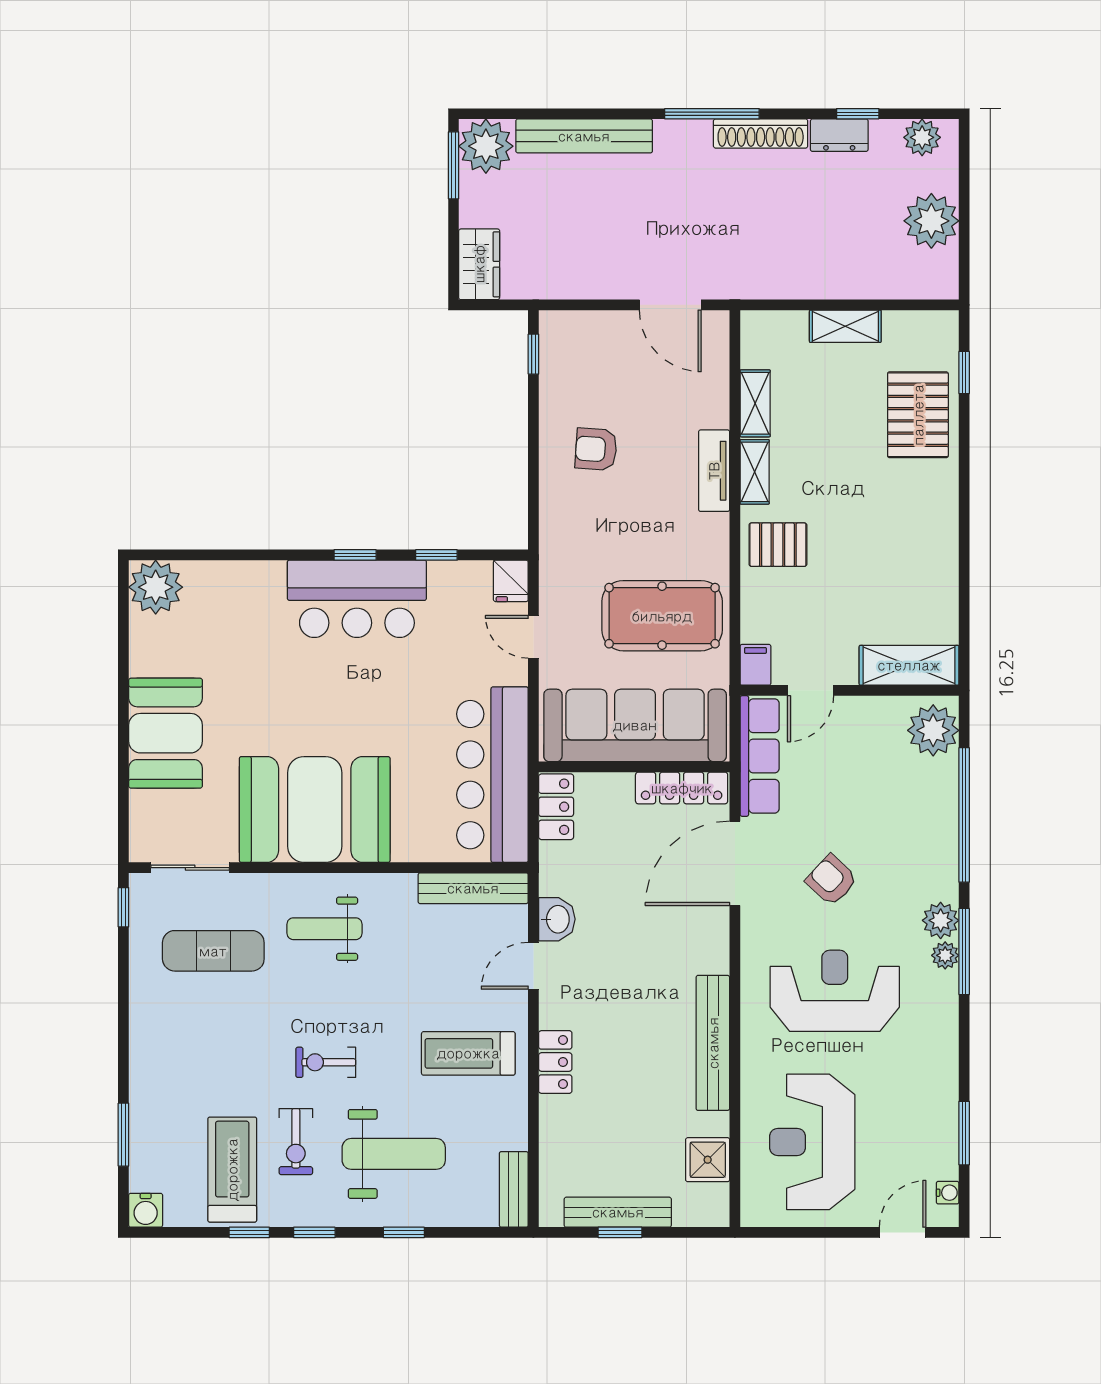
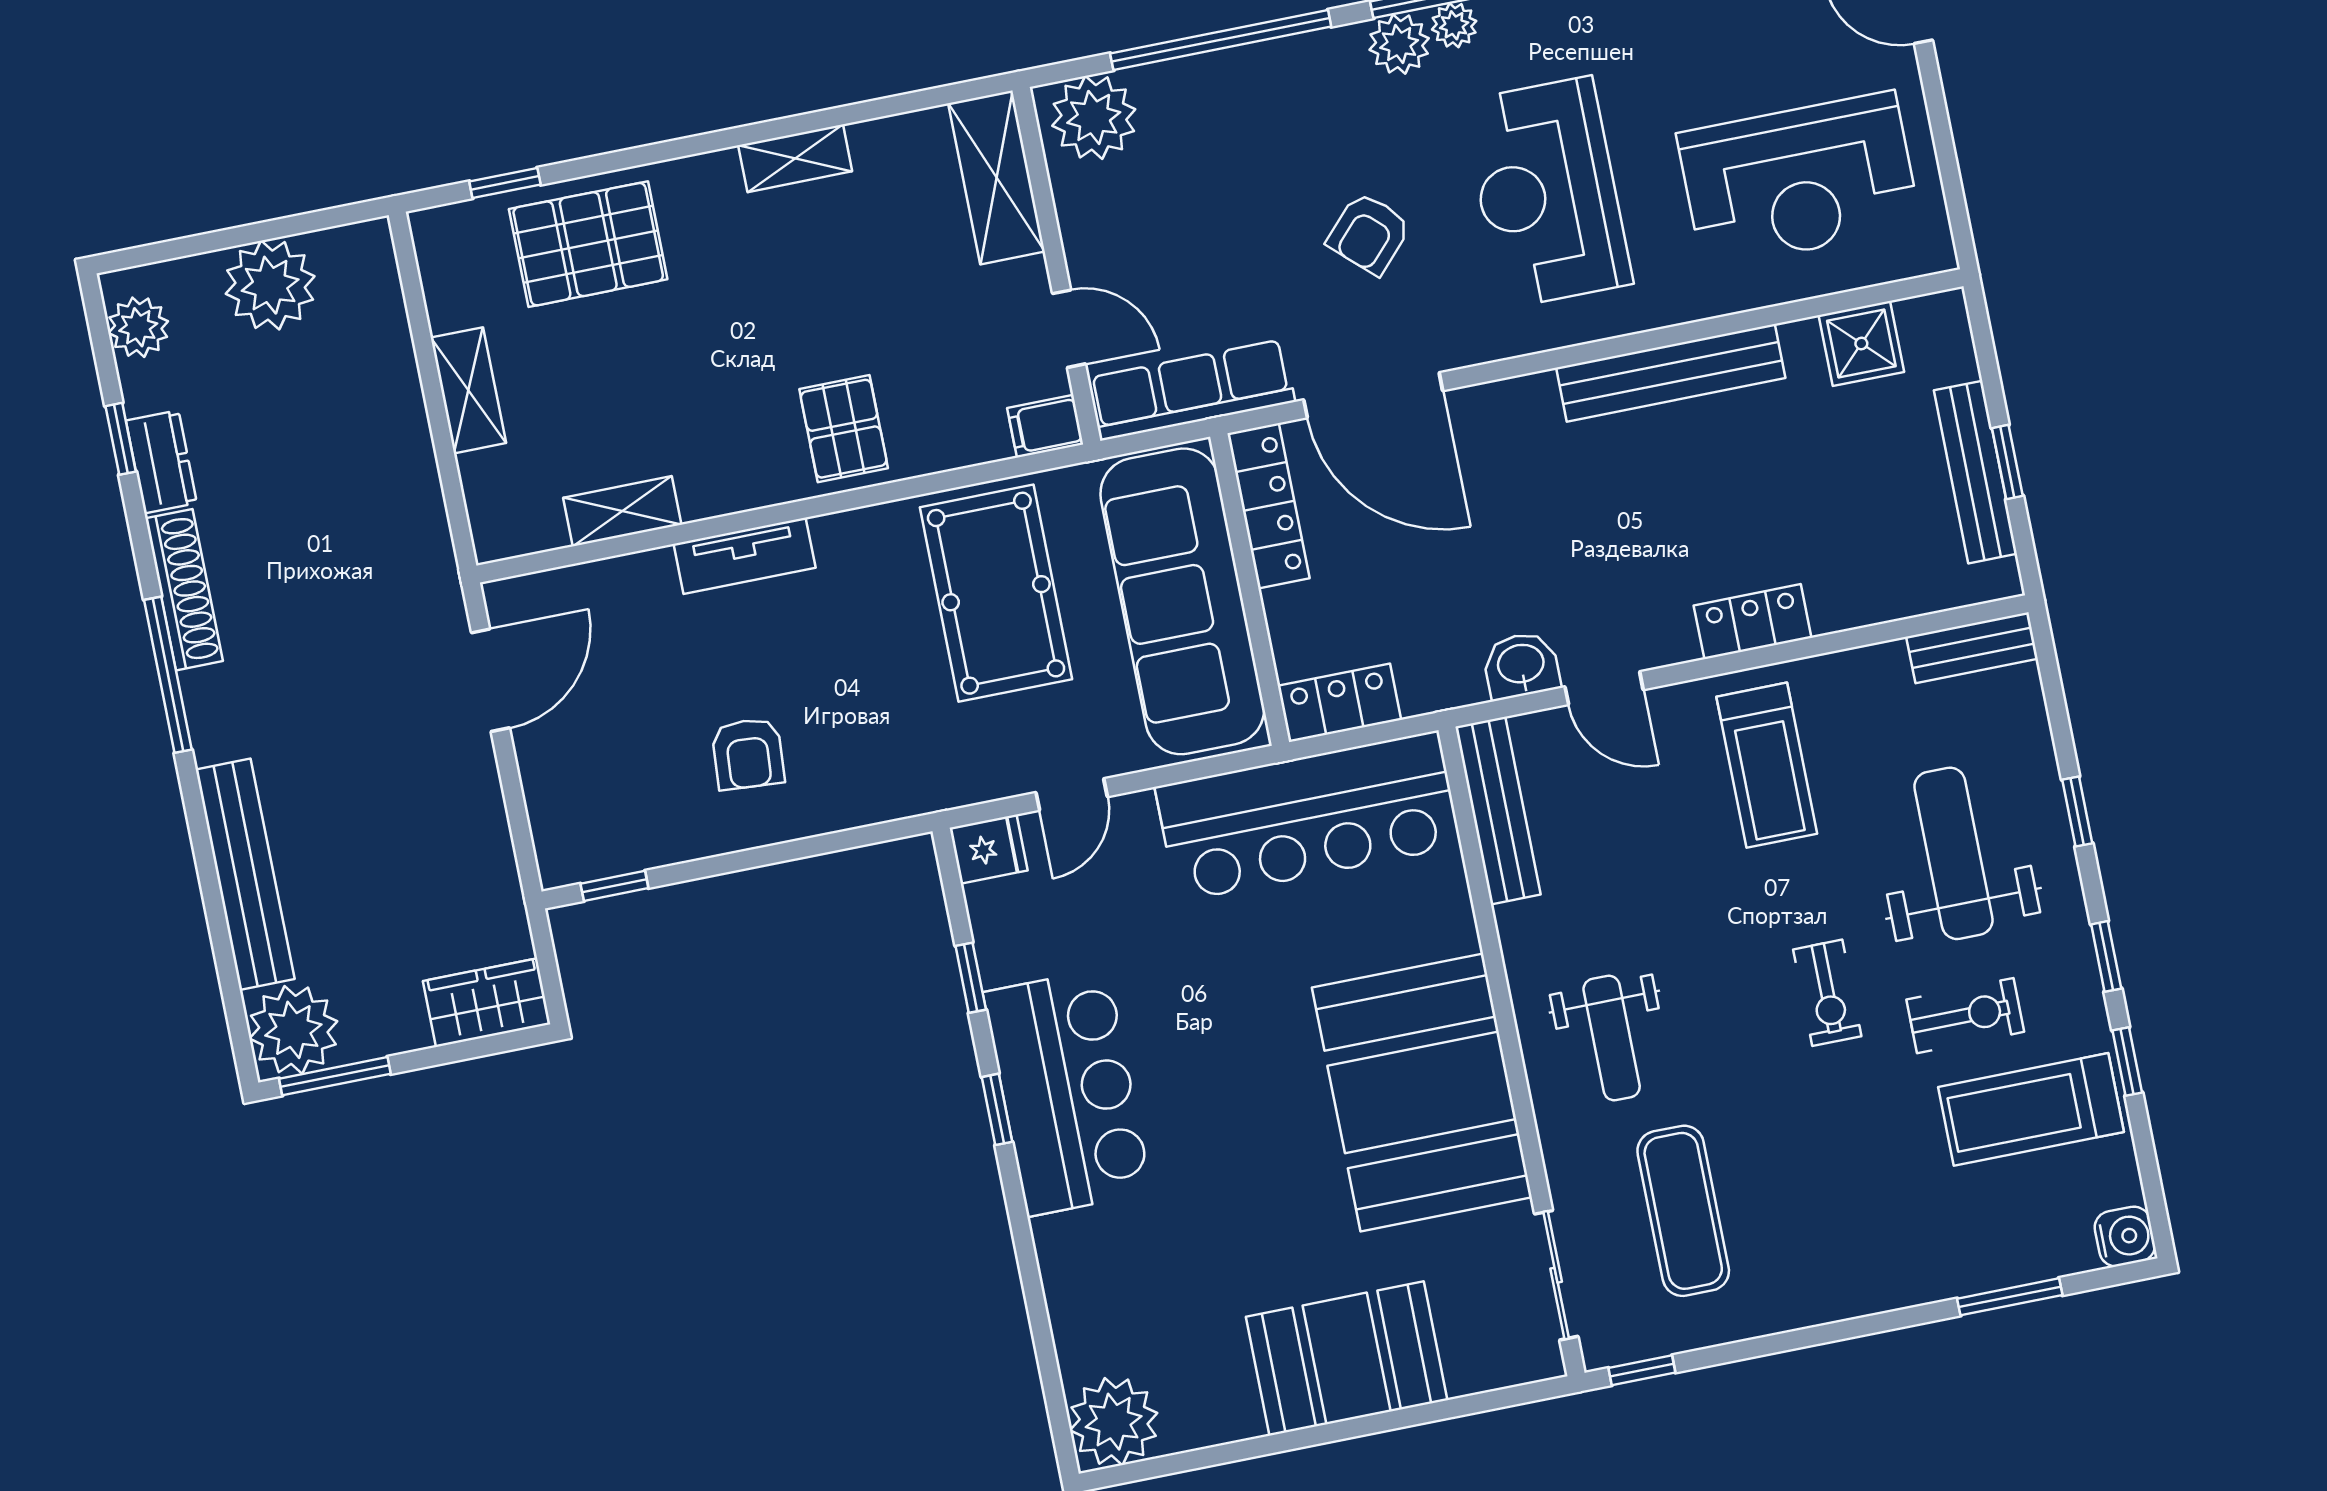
shelving: (755, 472) -> (795, 158), moved

